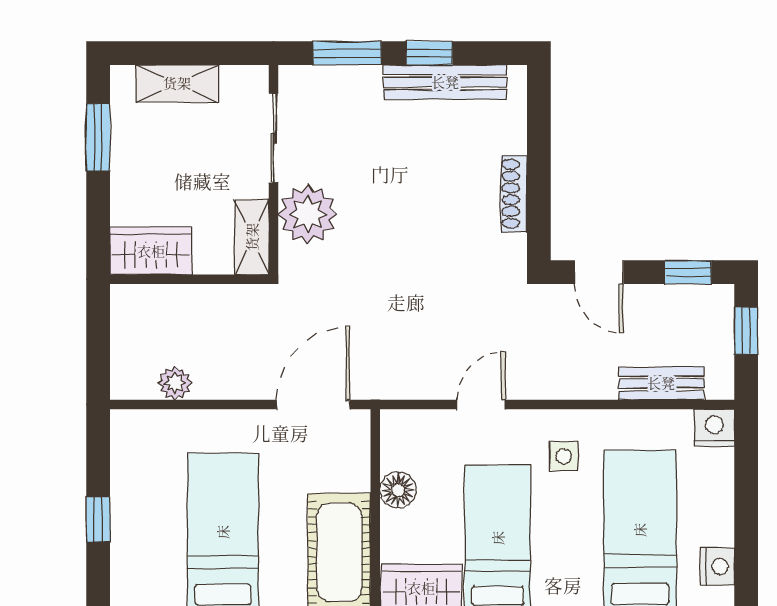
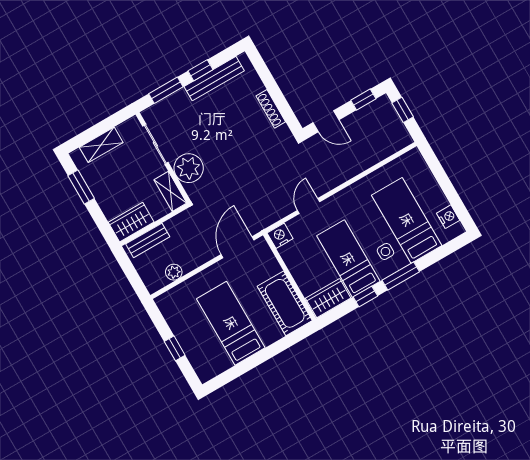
bench: (661, 383) -> (148, 240), moved
nightstand: (714, 428) -> (280, 236), moved
side table: (564, 456) -> (385, 251), moved
floor lamp: (398, 490) -> (294, 263), removed

